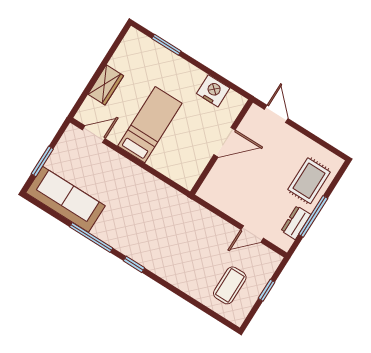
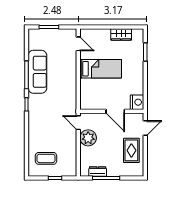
wardrobe: (106, 85) -> (121, 34), moved
nightstand: (213, 91) -> (137, 102), moved
rug: (309, 181) -> (131, 150), moved, turned 90
sofa: (66, 199) -> (37, 72), moved
plant: (239, 206) -> (88, 138), added
door: (252, 234) -> (78, 123), moved

